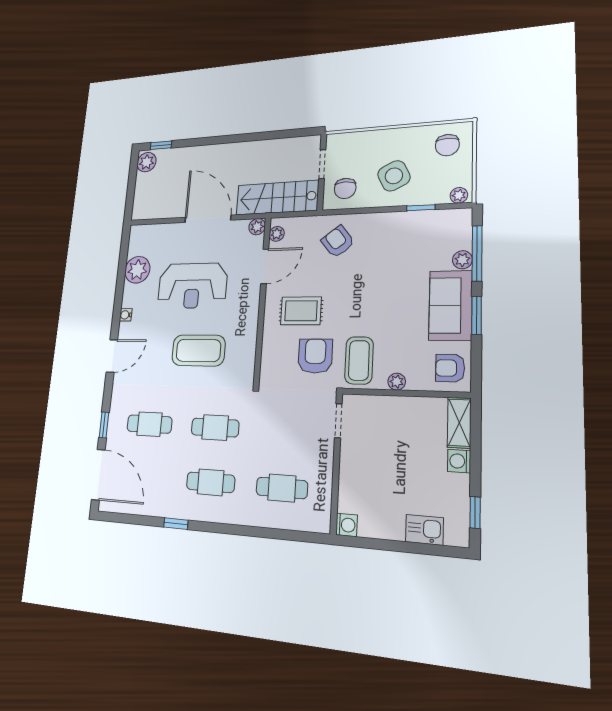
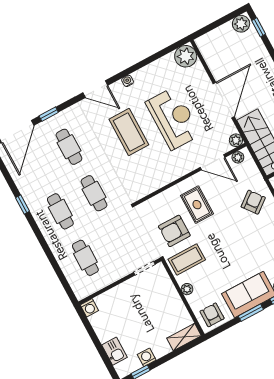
plant: (137, 270) -> (186, 56), moved
reception desk: (192, 286) -> (173, 118), turned 180
coffee table: (198, 350) -> (129, 132), moved
armchair: (315, 356) -> (174, 231), turned 180
washing machine: (459, 461) -> (147, 357), moved

